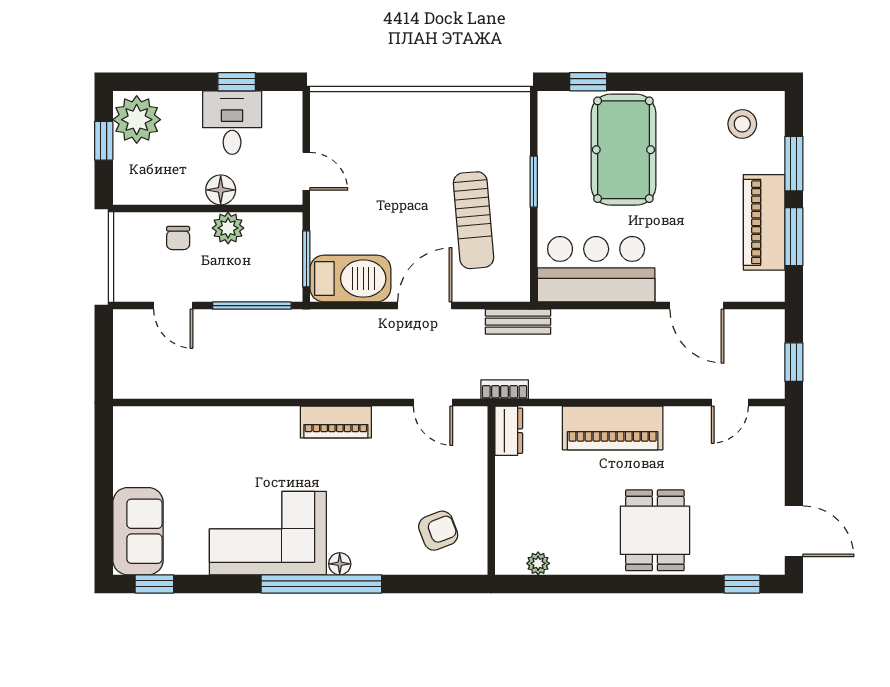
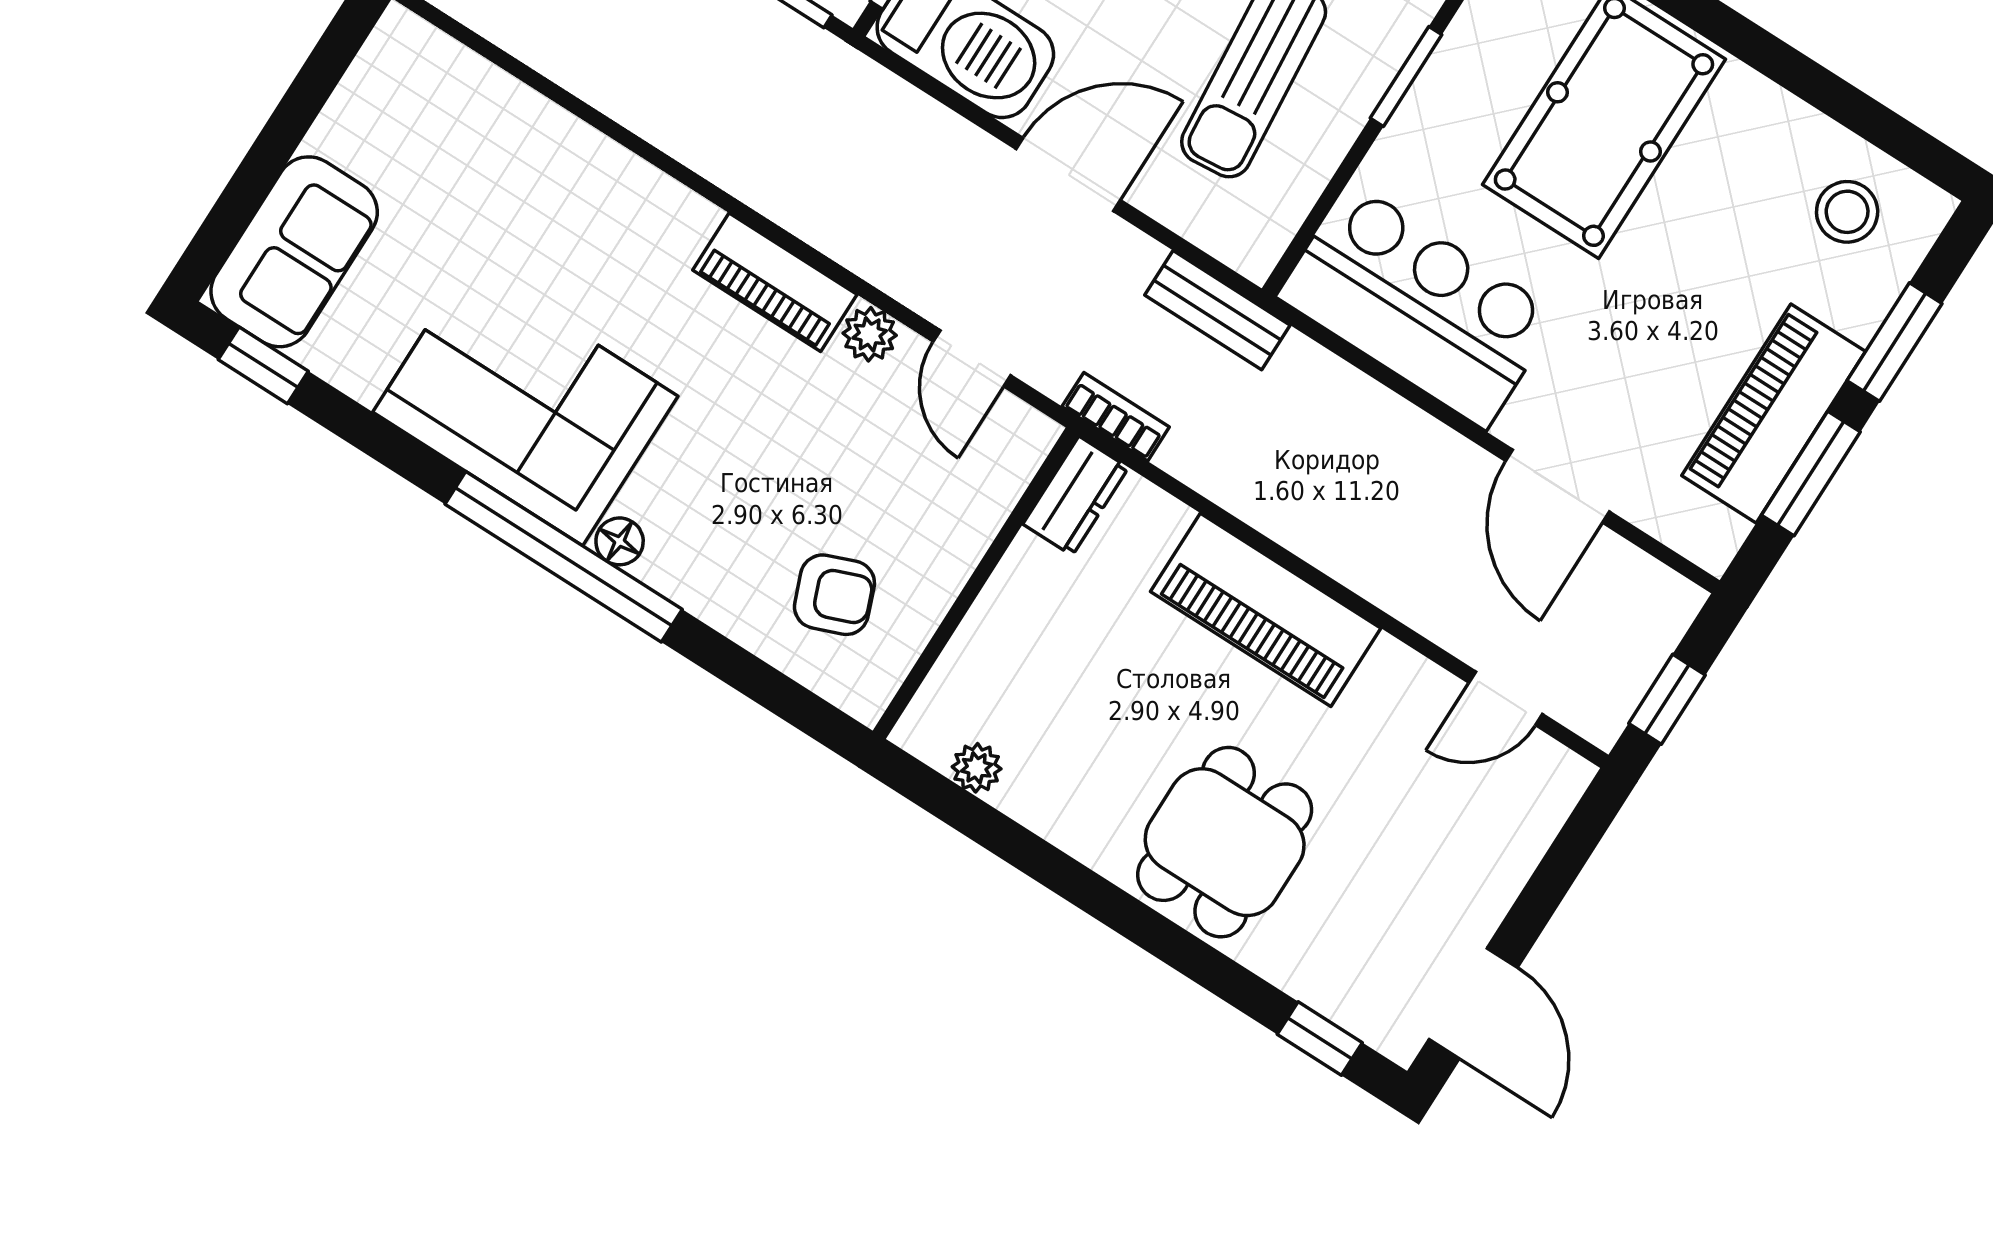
plant: (386, 419) -> (870, 334), added

